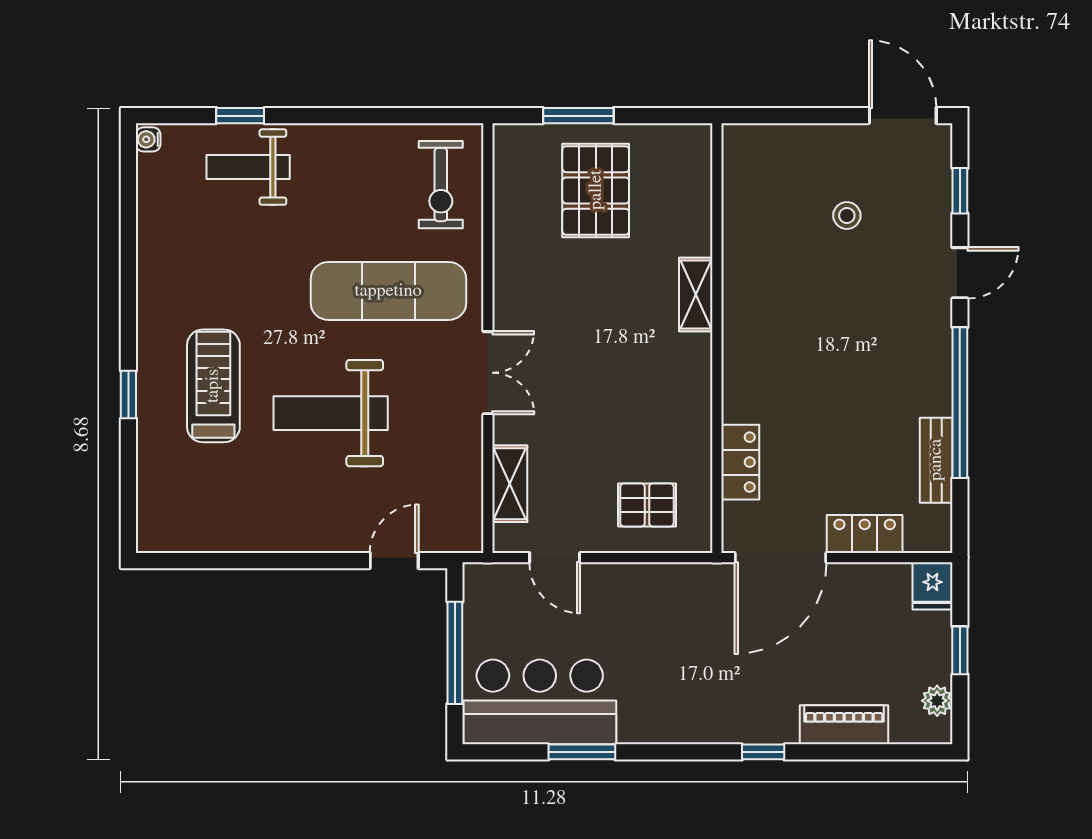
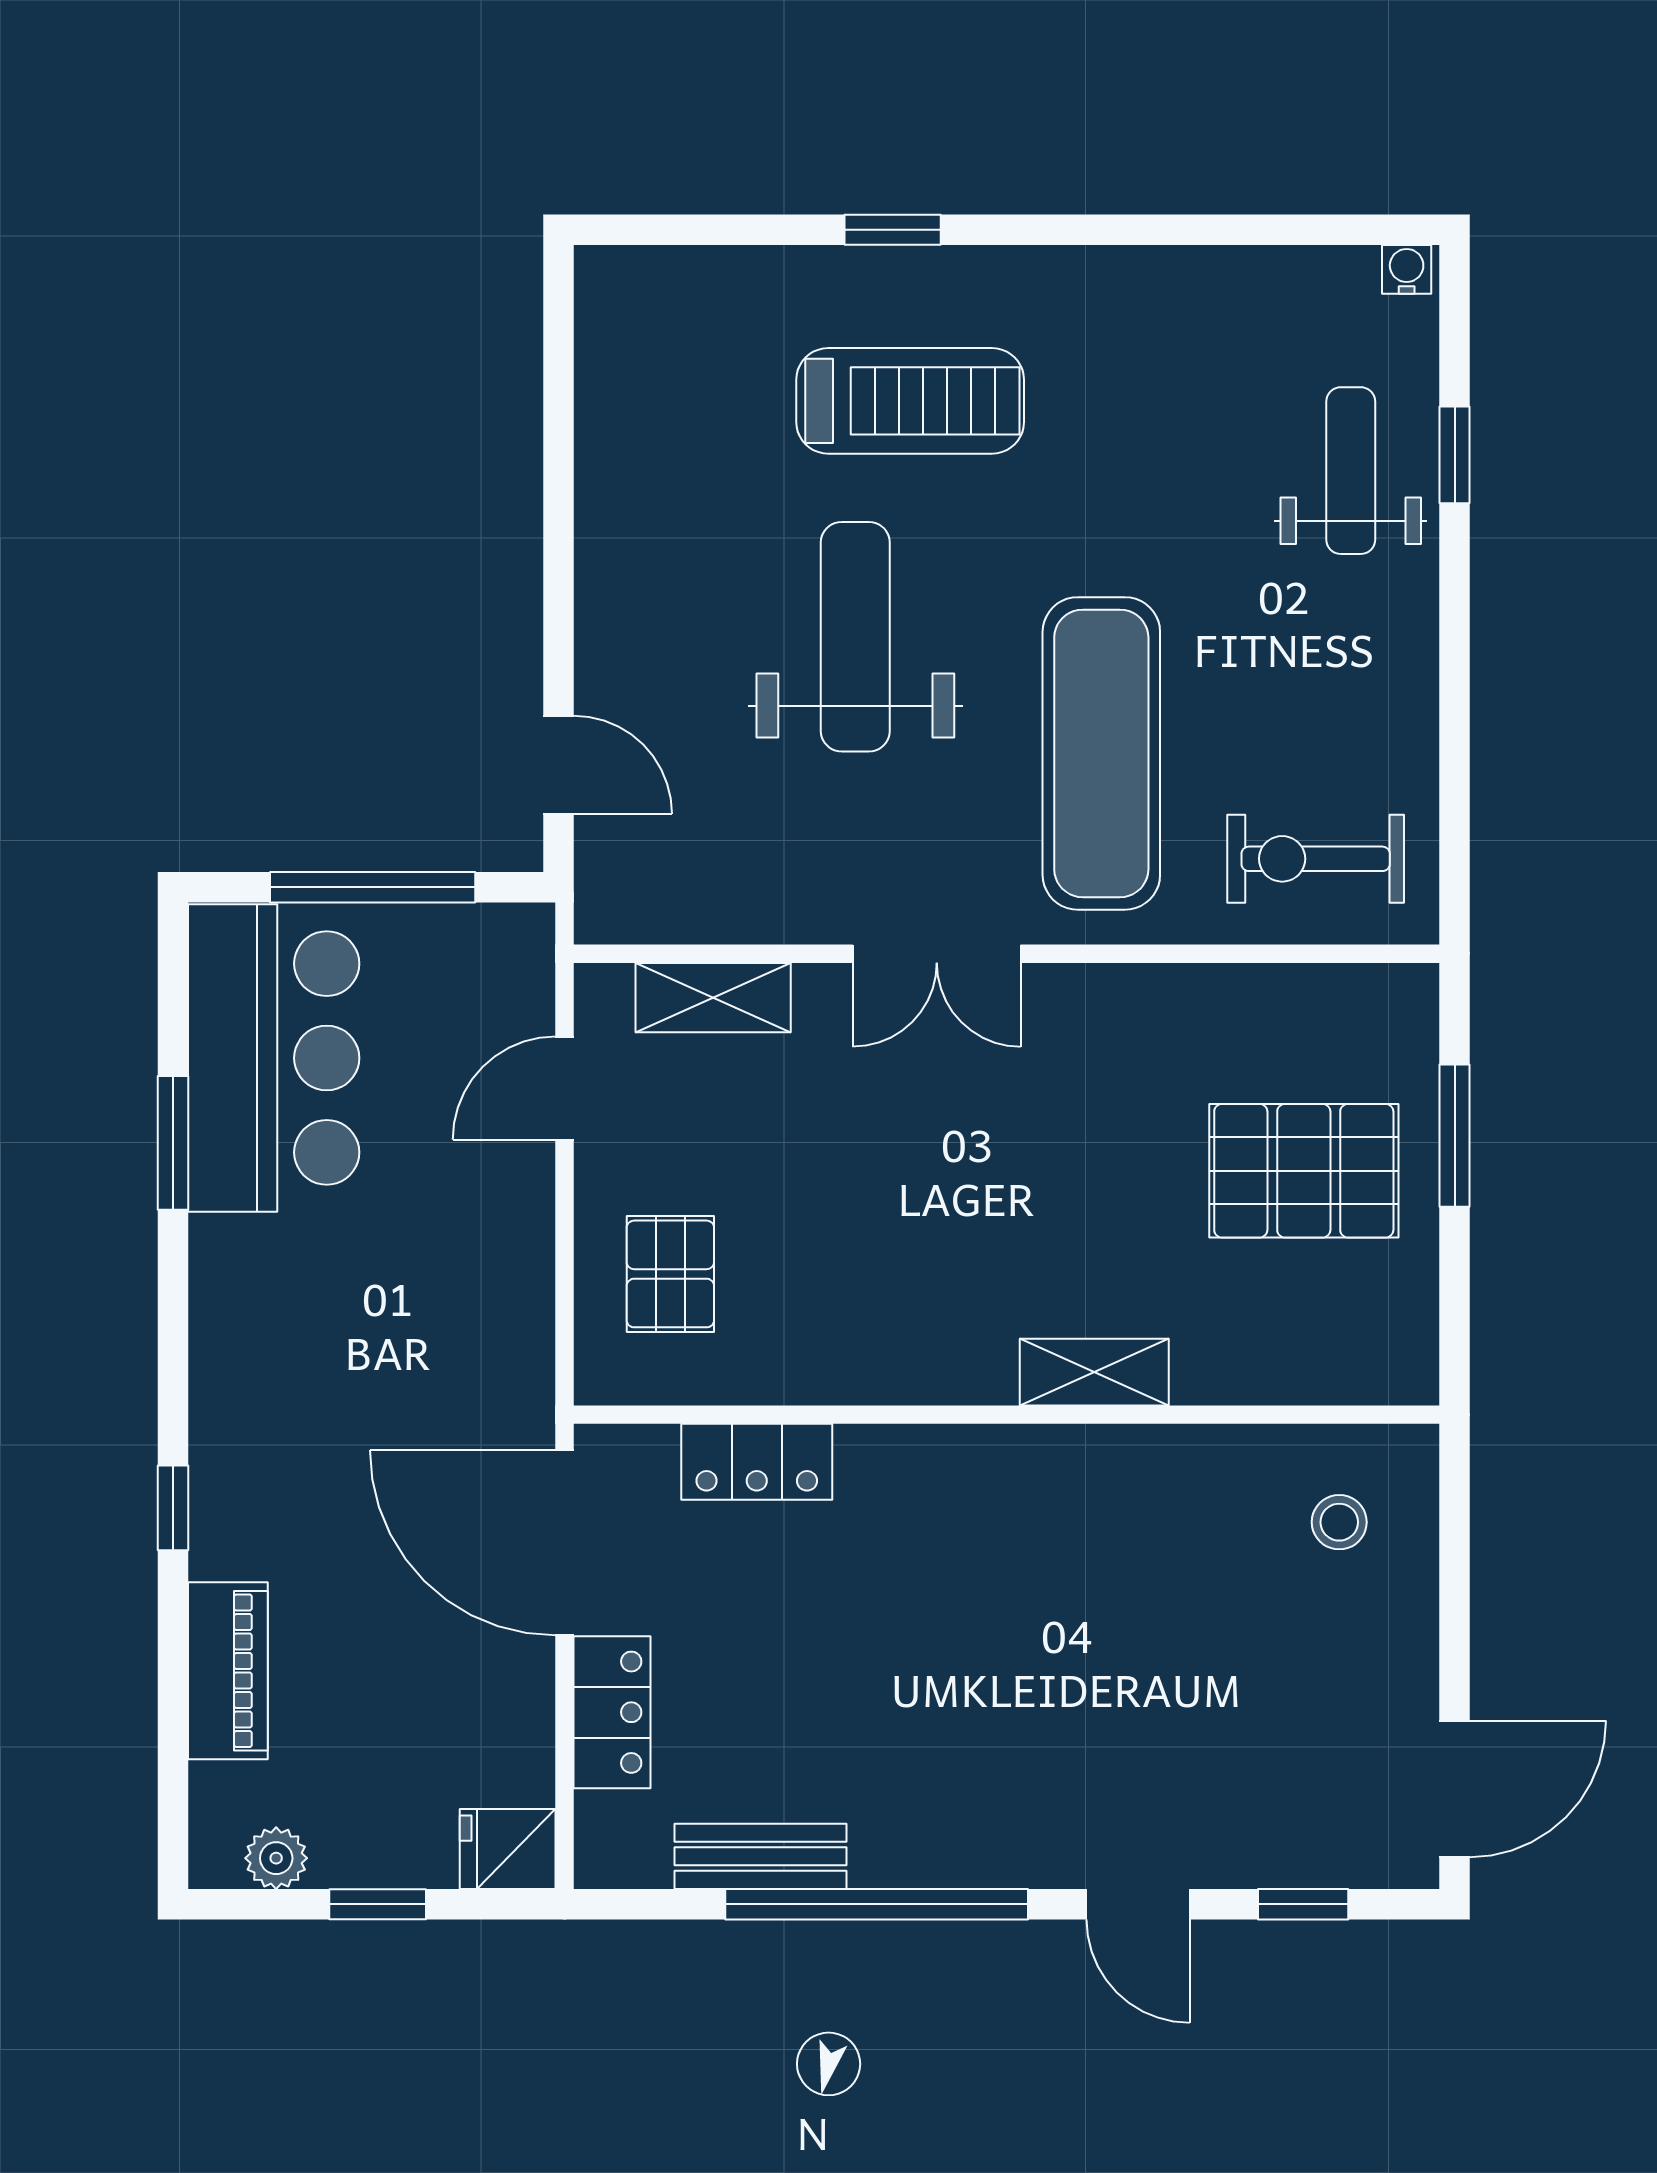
stool: (847, 215) -> (1339, 1522), moved

